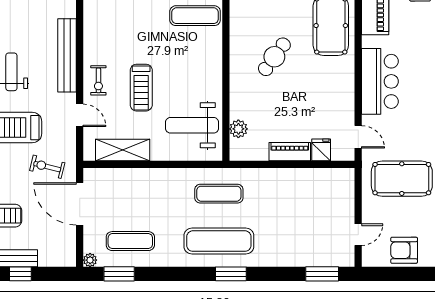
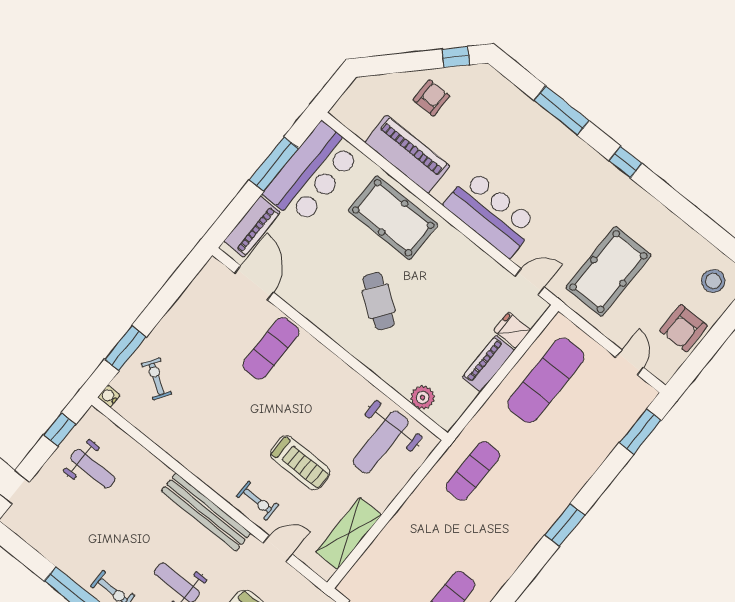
exercise mat: (219, 241) -> (546, 380), moved

